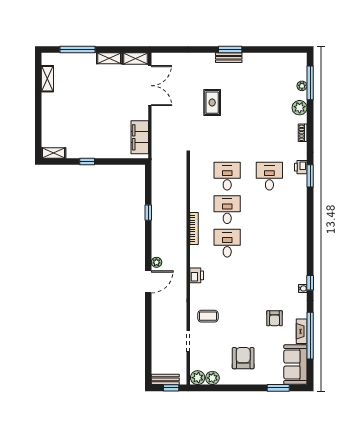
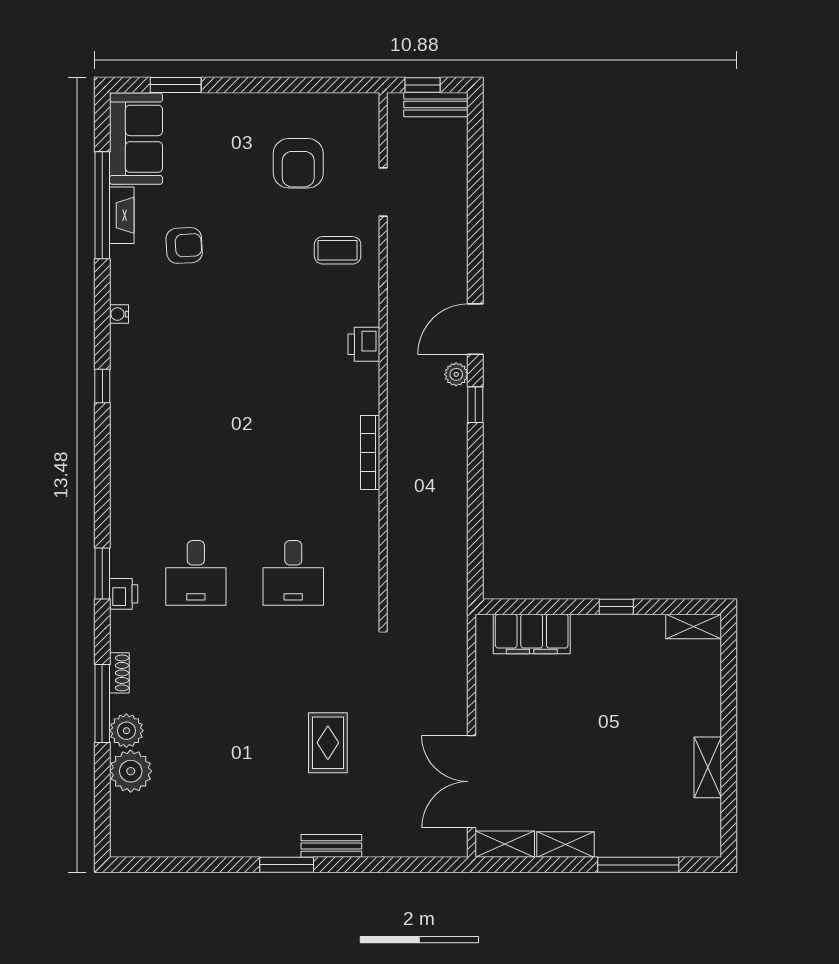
bench: (229, 58) -> (331, 846), moved
shelving: (47, 79) -> (708, 767), moved
window: (310, 83) -> (102, 704), moved
plant: (302, 86) -> (131, 771), width x1.88, depth x1.88
filing cabinet: (140, 137) -> (532, 634), moved, turned 90
desk: (227, 210) -> (293, 496), removed
window: (148, 213) -> (475, 405), moved
desk: (227, 243) -> (293, 419), removed
window: (310, 283) -> (102, 386), moved
armchair: (275, 318) -> (184, 245), turned 87
armchair: (243, 358) -> (298, 163), moved
plant: (198, 378) -> (361, 109), removed
plant: (212, 378) -> (327, 108), removed

